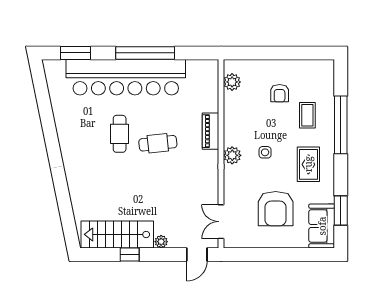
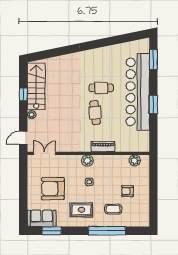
window: (145, 53) -> (153, 104), width x0.47
door: (197, 254) -> (23, 138), hinge flipped

